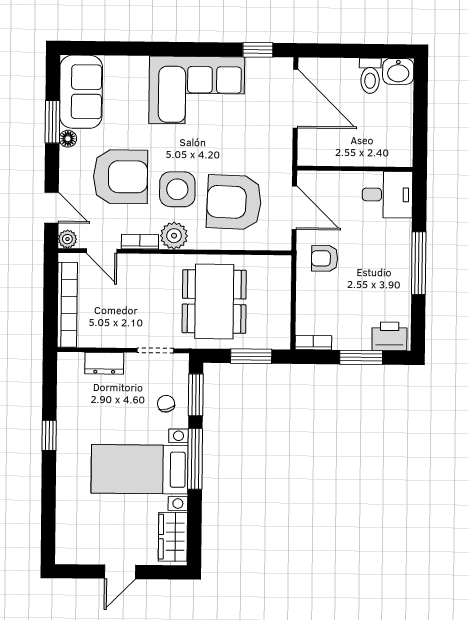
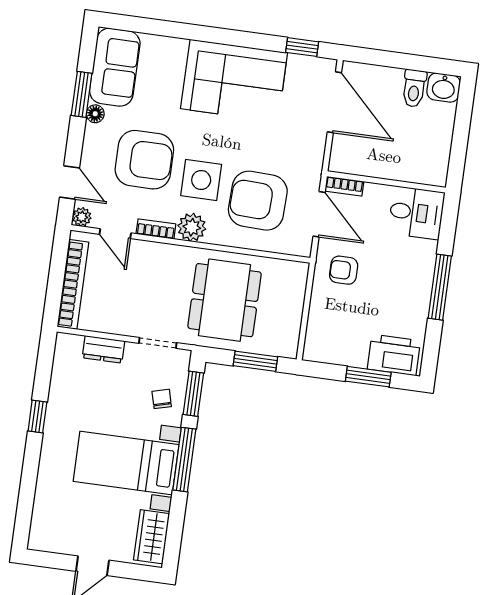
printer: (389, 336) -> (394, 355), width x1.37, depth x1.19
bookcase: (313, 343) -> (344, 186), moved, turned 180

